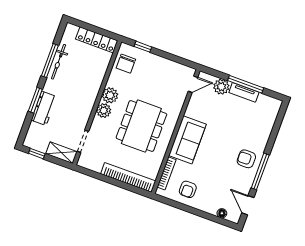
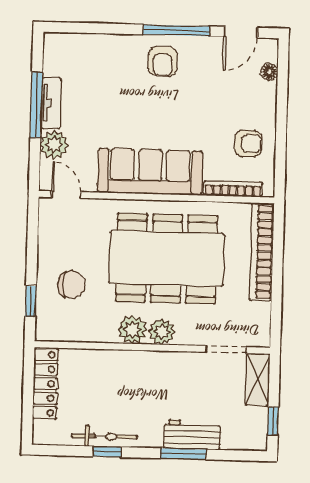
window: (50, 61) -> (107, 452), width x0.46
chair: (126, 64) -> (71, 284), moved
dining table: (141, 126) -> (167, 259), width x1.36, depth x1.24
sofa: (187, 140) -> (150, 172), width x1.36

